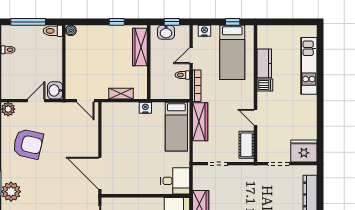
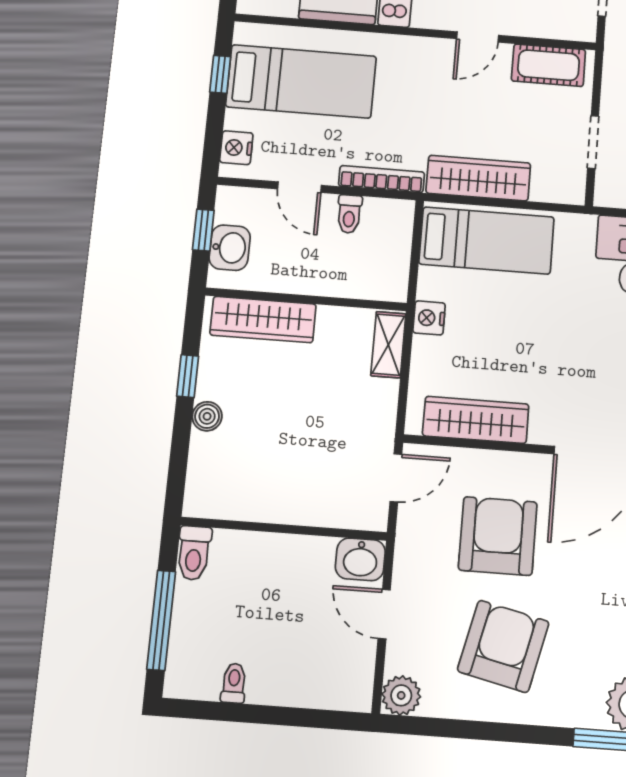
boiler: (71, 30) -> (207, 416), moved
shelving: (121, 94) -> (388, 345), moved
wardrobe: (109, 128) -> (476, 420), added
armchair: (67, 139) -> (498, 536), added

